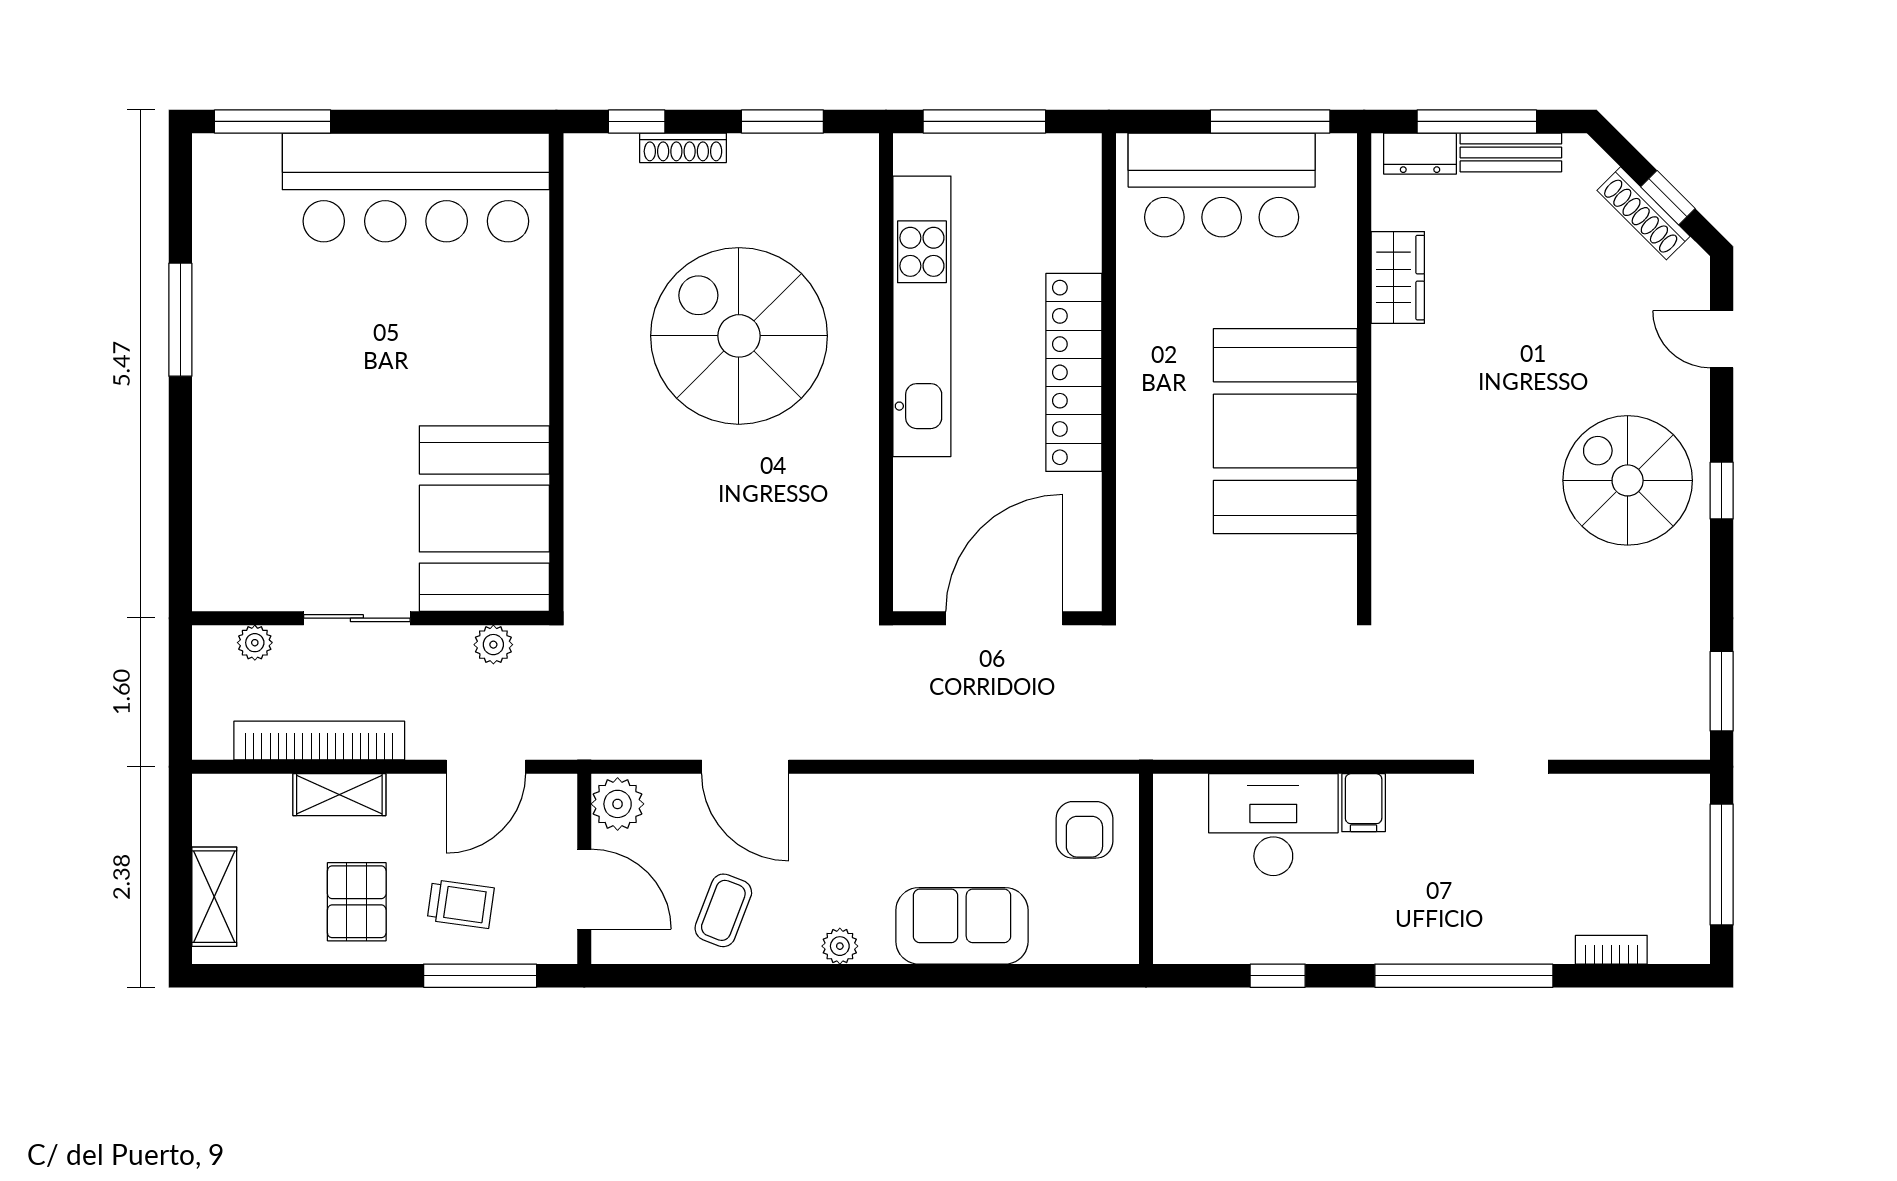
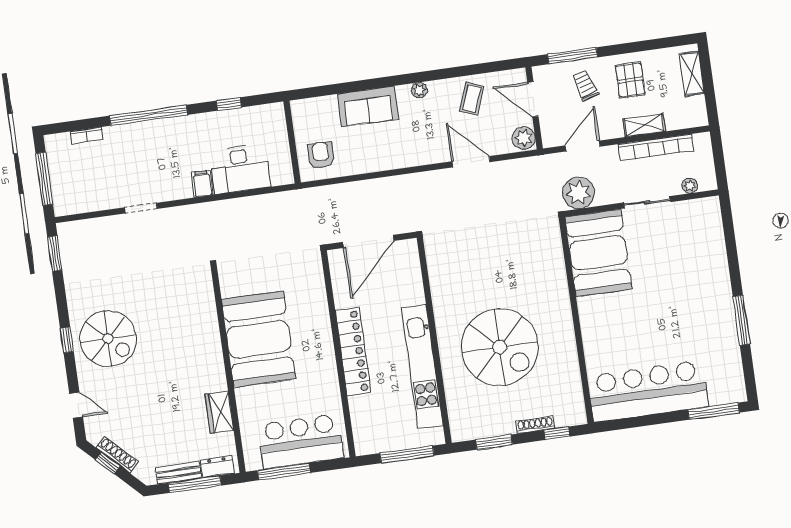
plant: (493, 645) -> (579, 193), width x1.88, depth x1.88
trolley: (461, 904) -> (585, 85), turned 65

